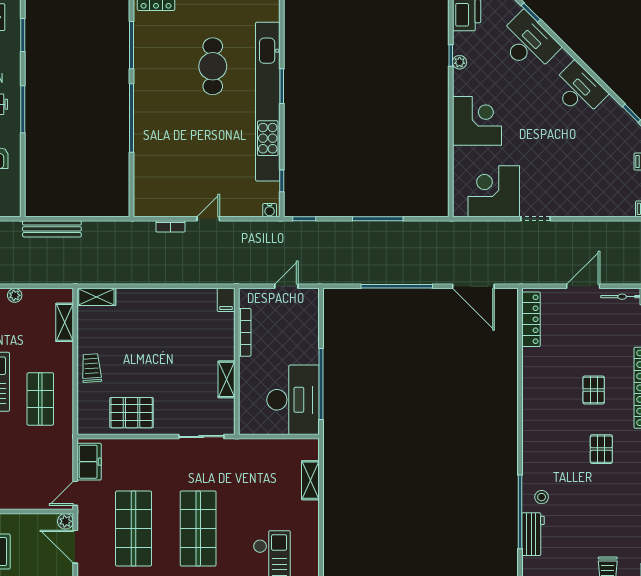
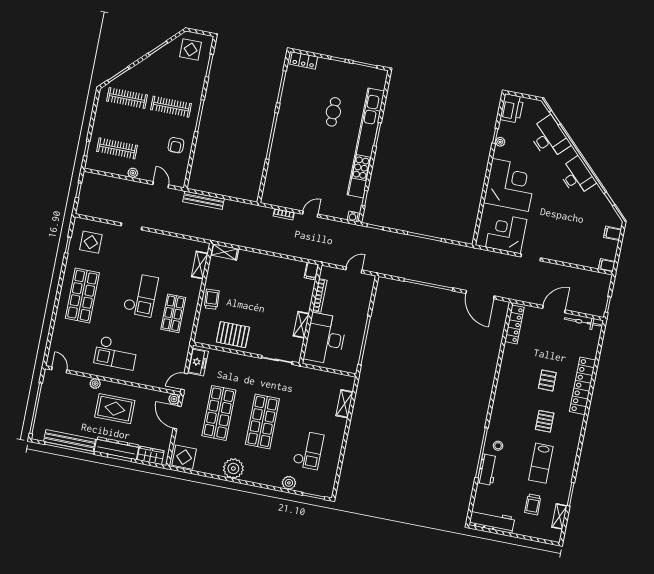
cafe table: (213, 66) -> (333, 112), width x0.73, depth x0.74
corner desk: (477, 121) -> (510, 185), width x1.36, depth x1.36
plant: (15, 295) -> (170, 240), removed
desk: (293, 400) -> (325, 339), moved, turned 180
lab bench: (608, 510) -> (541, 463), added

